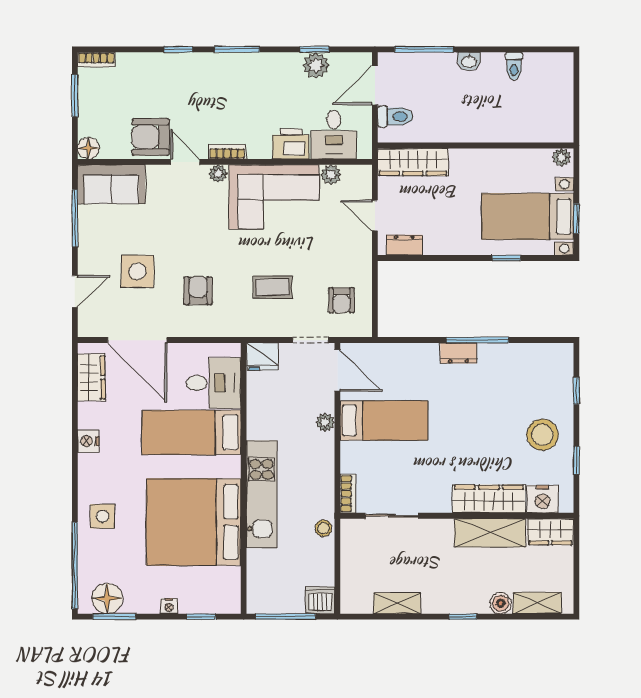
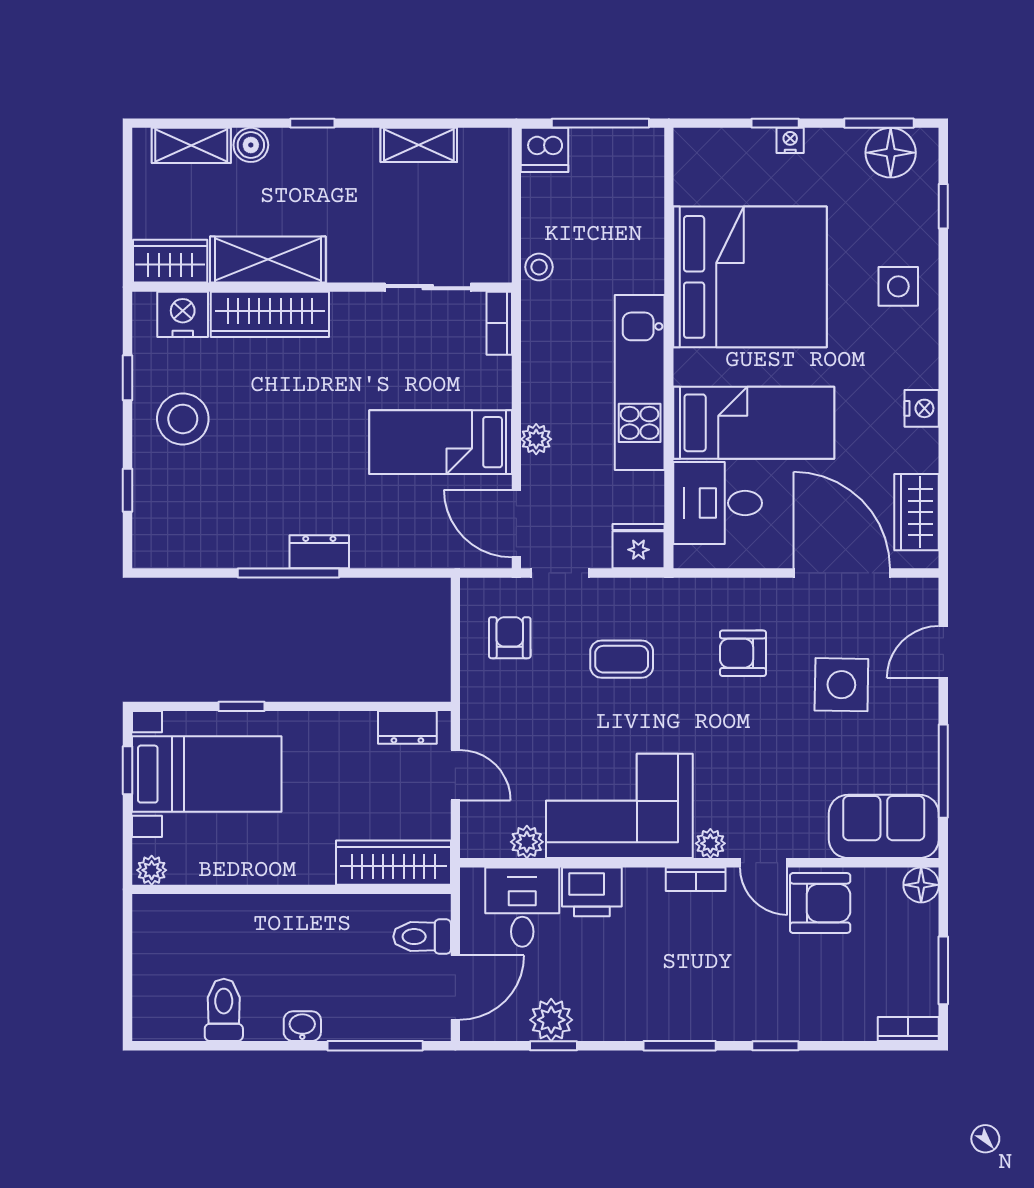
toilet: (514, 66) -> (224, 1010), width x1.37, depth x1.39
armchair: (198, 291) -> (743, 653), turned 90
kitchen unit: (262, 494) -> (640, 383), moved
window: (75, 566) -> (943, 206), width x0.32
window: (201, 617) -> (775, 123), moved

